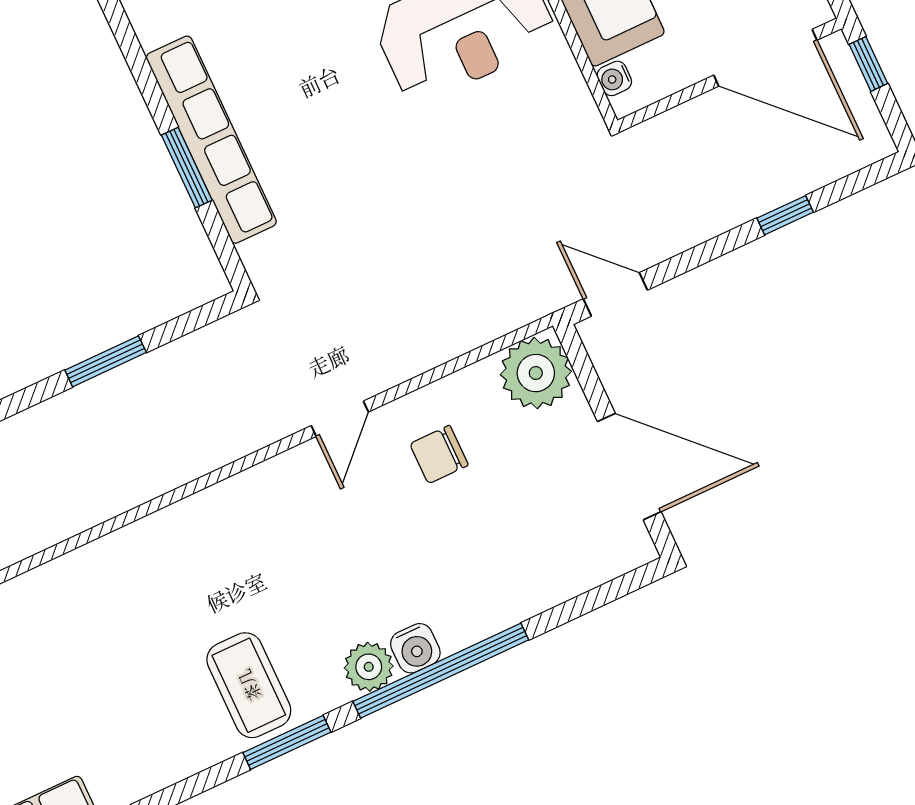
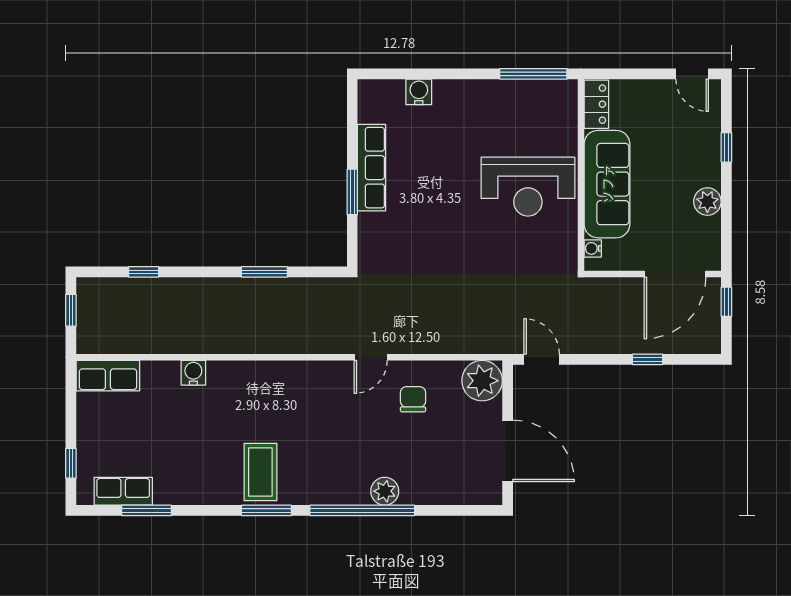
door: (765, 58) -> (675, 274), hinge flipped
row of seats: (211, 140) -> (372, 168), width x0.73
chair: (439, 454) -> (413, 399), turned 90
water cooler: (415, 648) -> (193, 373), moved, turned 180
plant: (369, 667) -> (385, 491), moved

